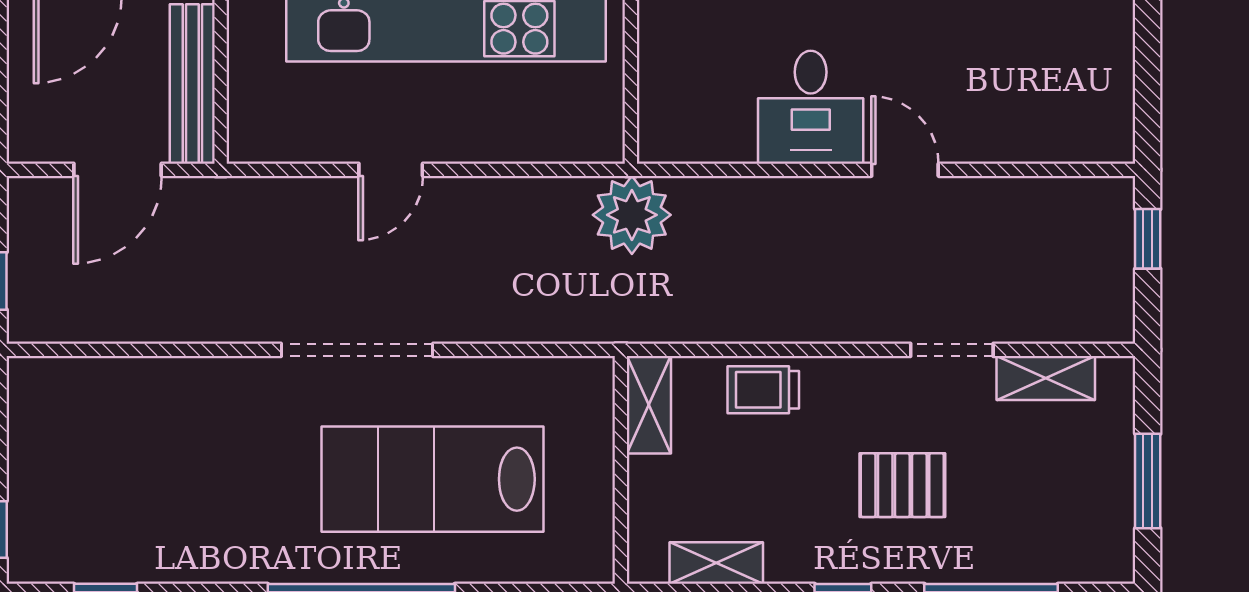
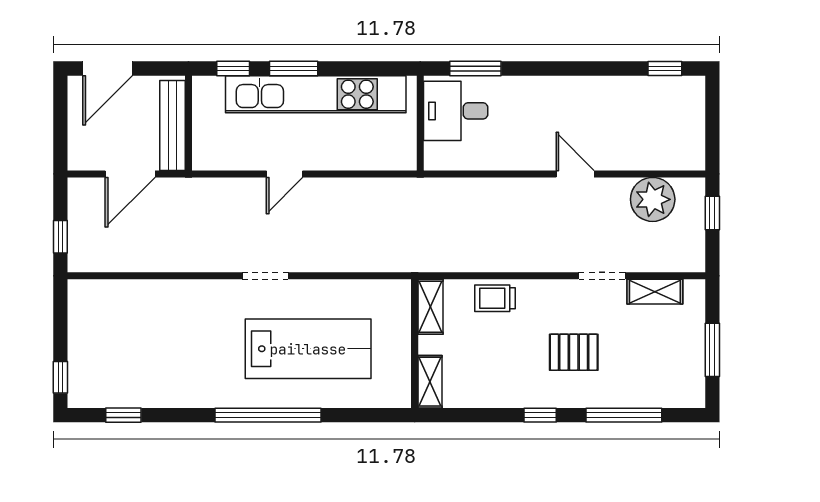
desk: (811, 107) -> (456, 111), moved, turned 90
plant: (632, 215) -> (653, 199), moved
doorway: (357, 350) -> (265, 276), width x0.53
lab bench: (432, 479) -> (308, 349), turned 180
shelving: (716, 563) -> (430, 382), moved, turned 90

